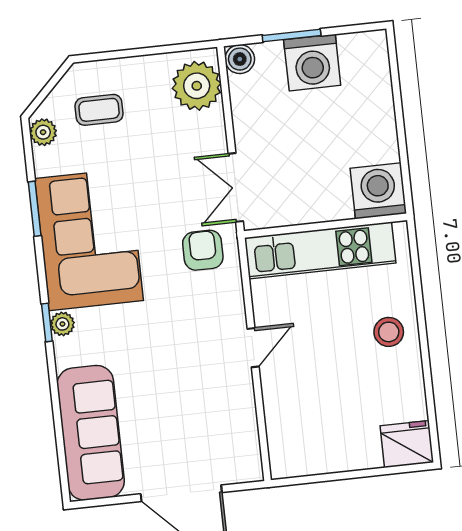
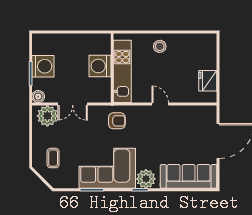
plant: (43, 132) -> (60, 183), removed
double door: (236, 187) -> (73, 104), moved
washing machine: (378, 191) -> (100, 66), moved
armchair: (203, 250) -> (117, 121), turned 180
plant: (62, 324) -> (146, 179), width x1.88, depth x1.88
fridge: (407, 444) -> (208, 81), moved

